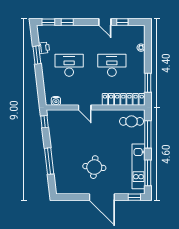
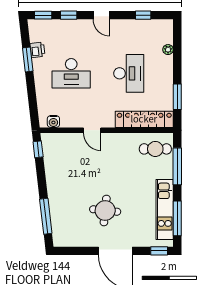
door: (105, 22) -> (101, 15), moved
desk: (69, 65) -> (71, 73), turned 180
desk: (112, 65) -> (129, 73), turned 90
window: (49, 161) -> (46, 216), moved

